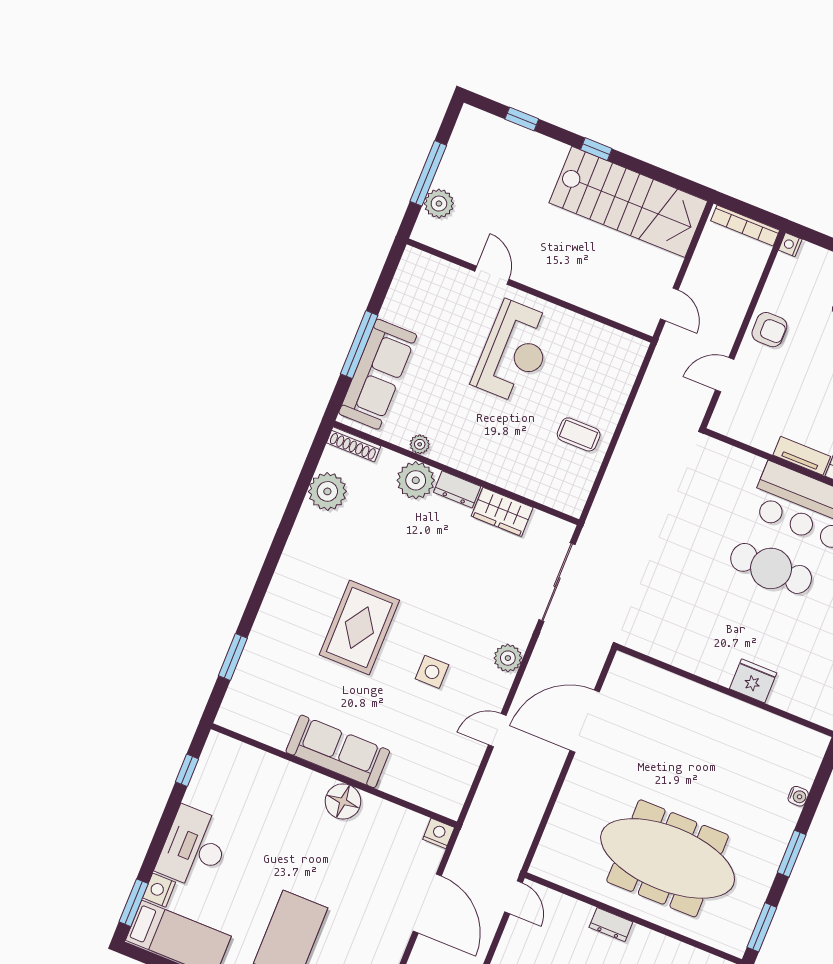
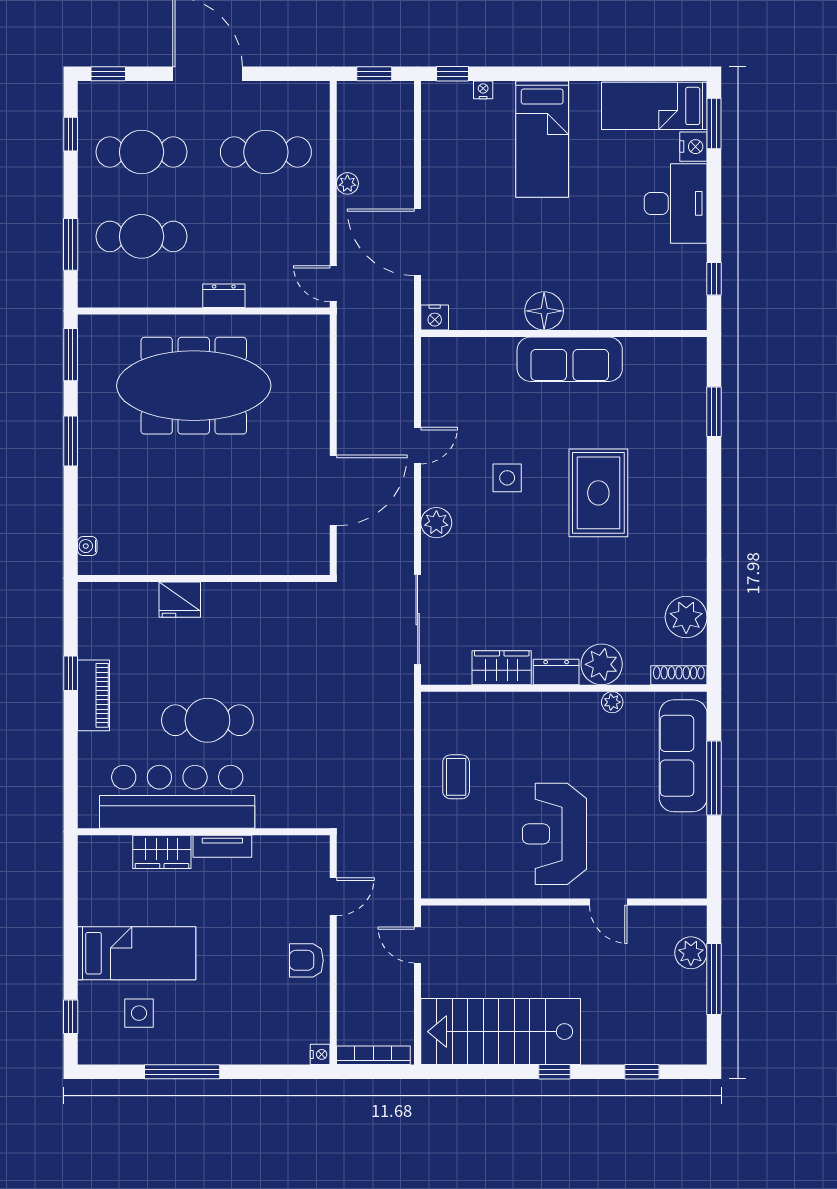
coffee table: (579, 434) -> (456, 777), turned 90
water cooler: (798, 796) -> (87, 546), moved

